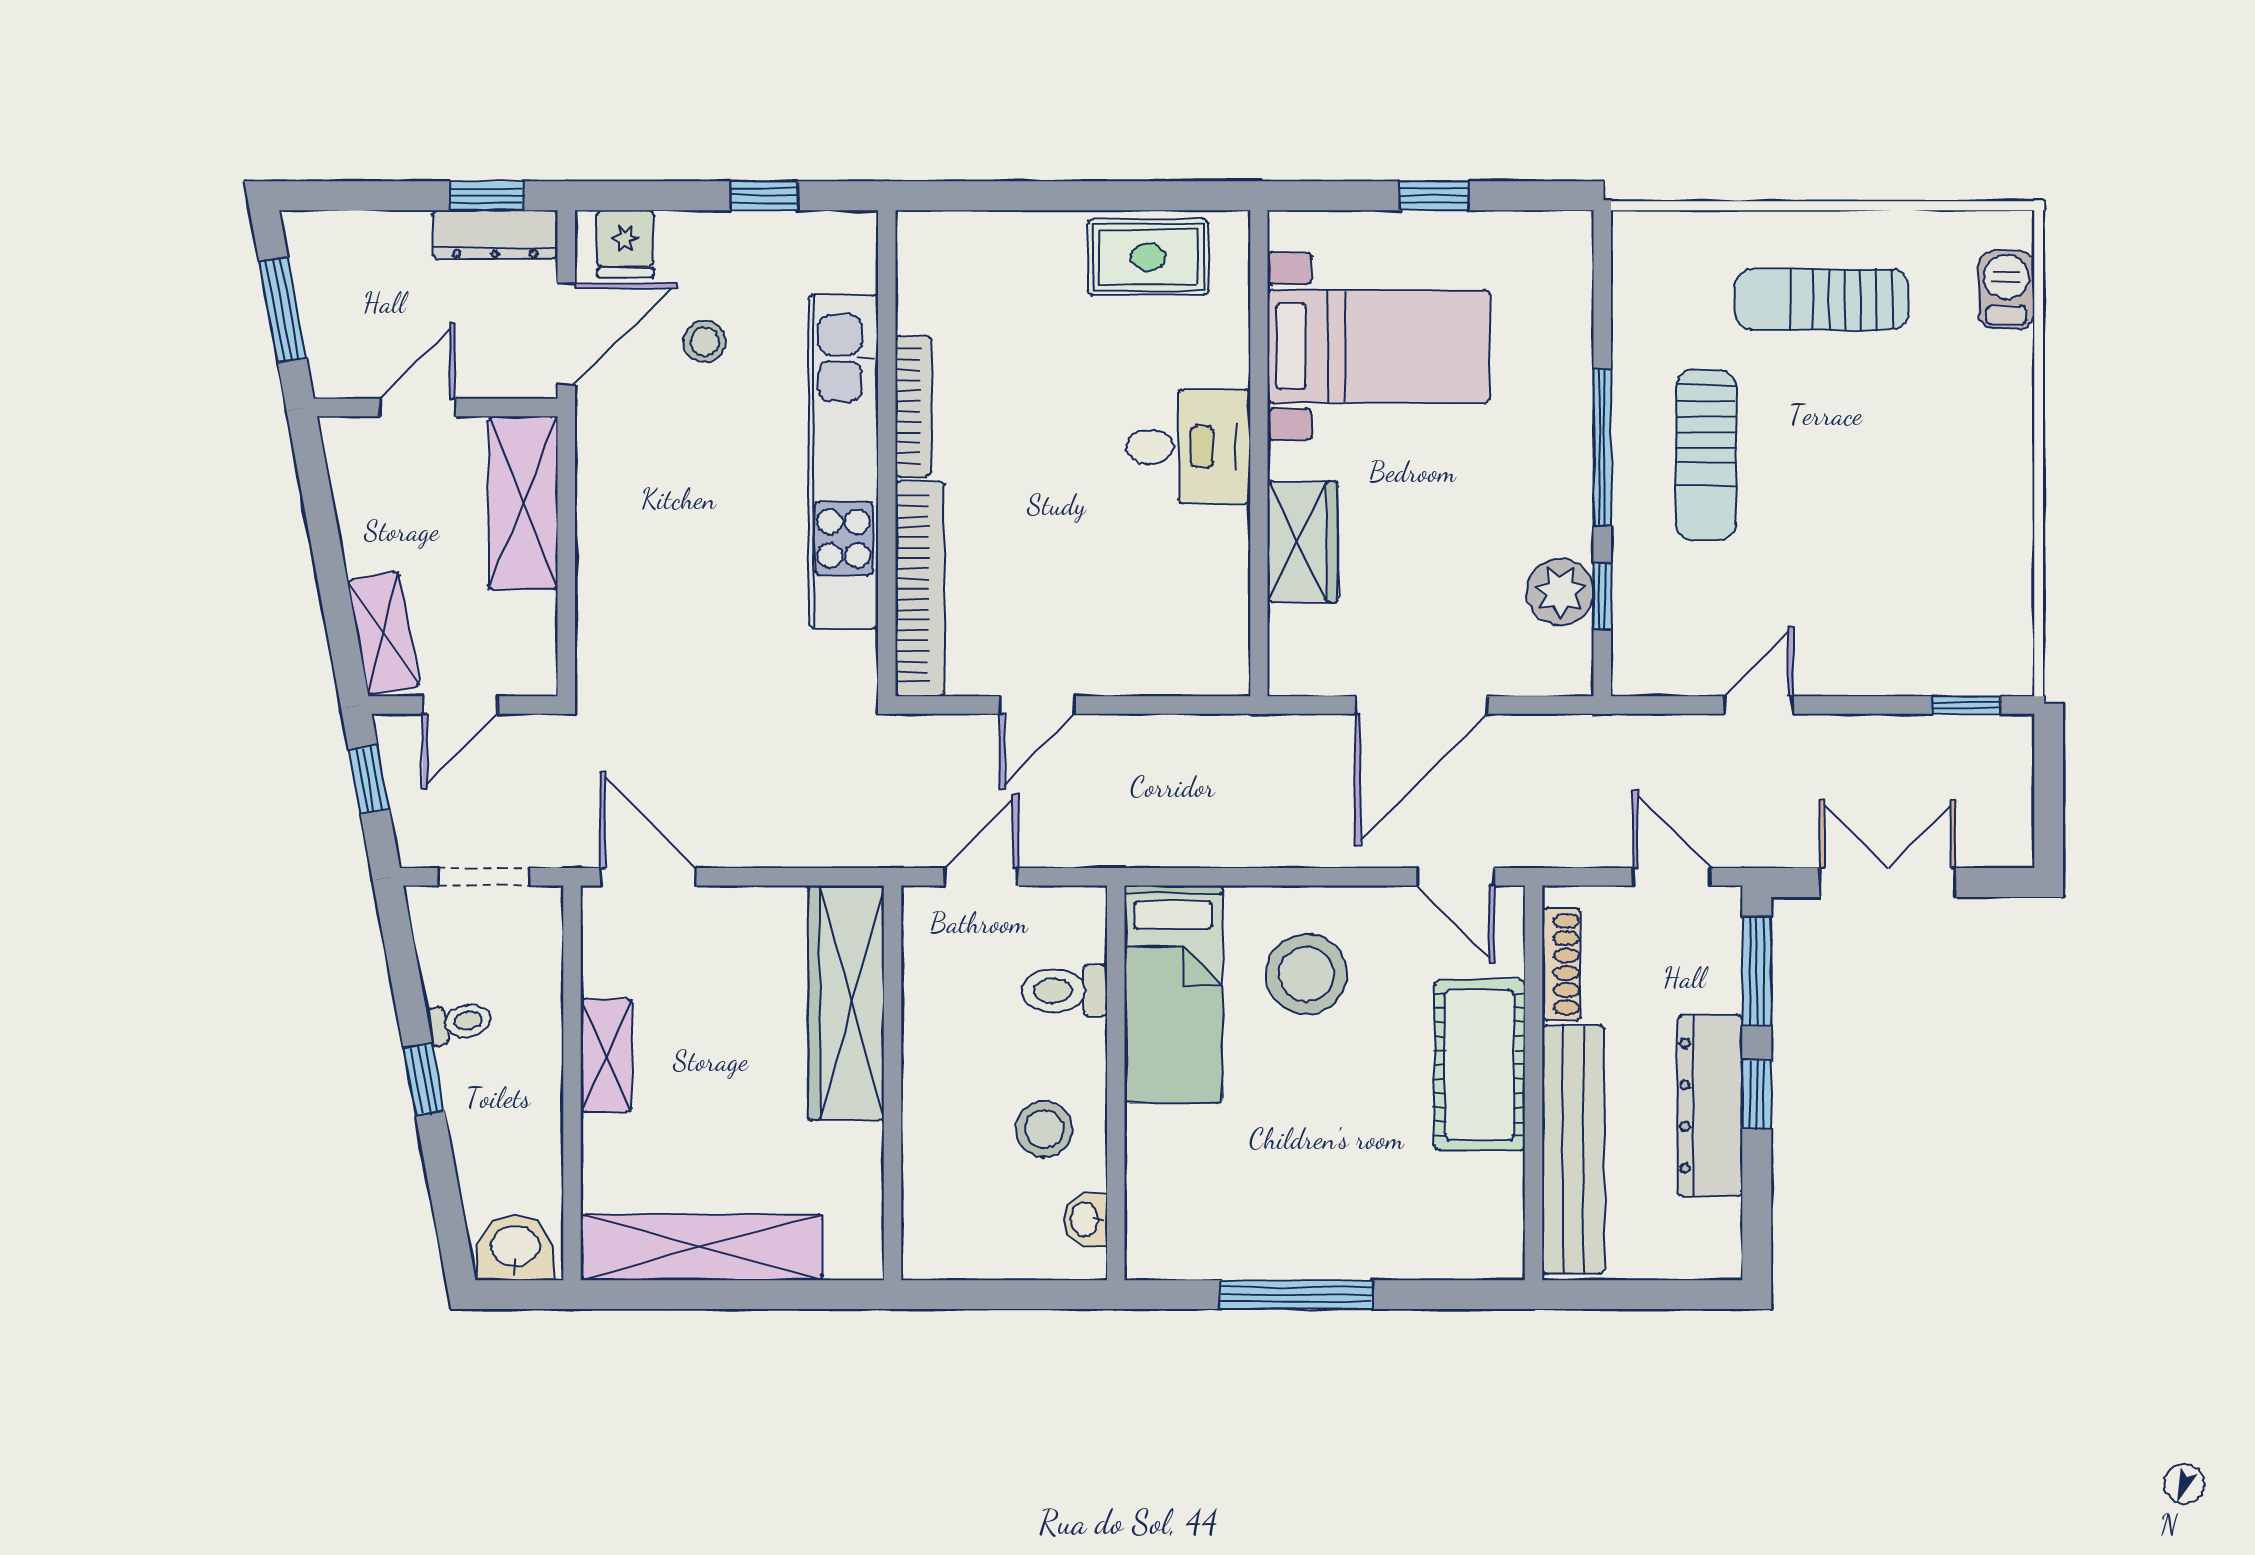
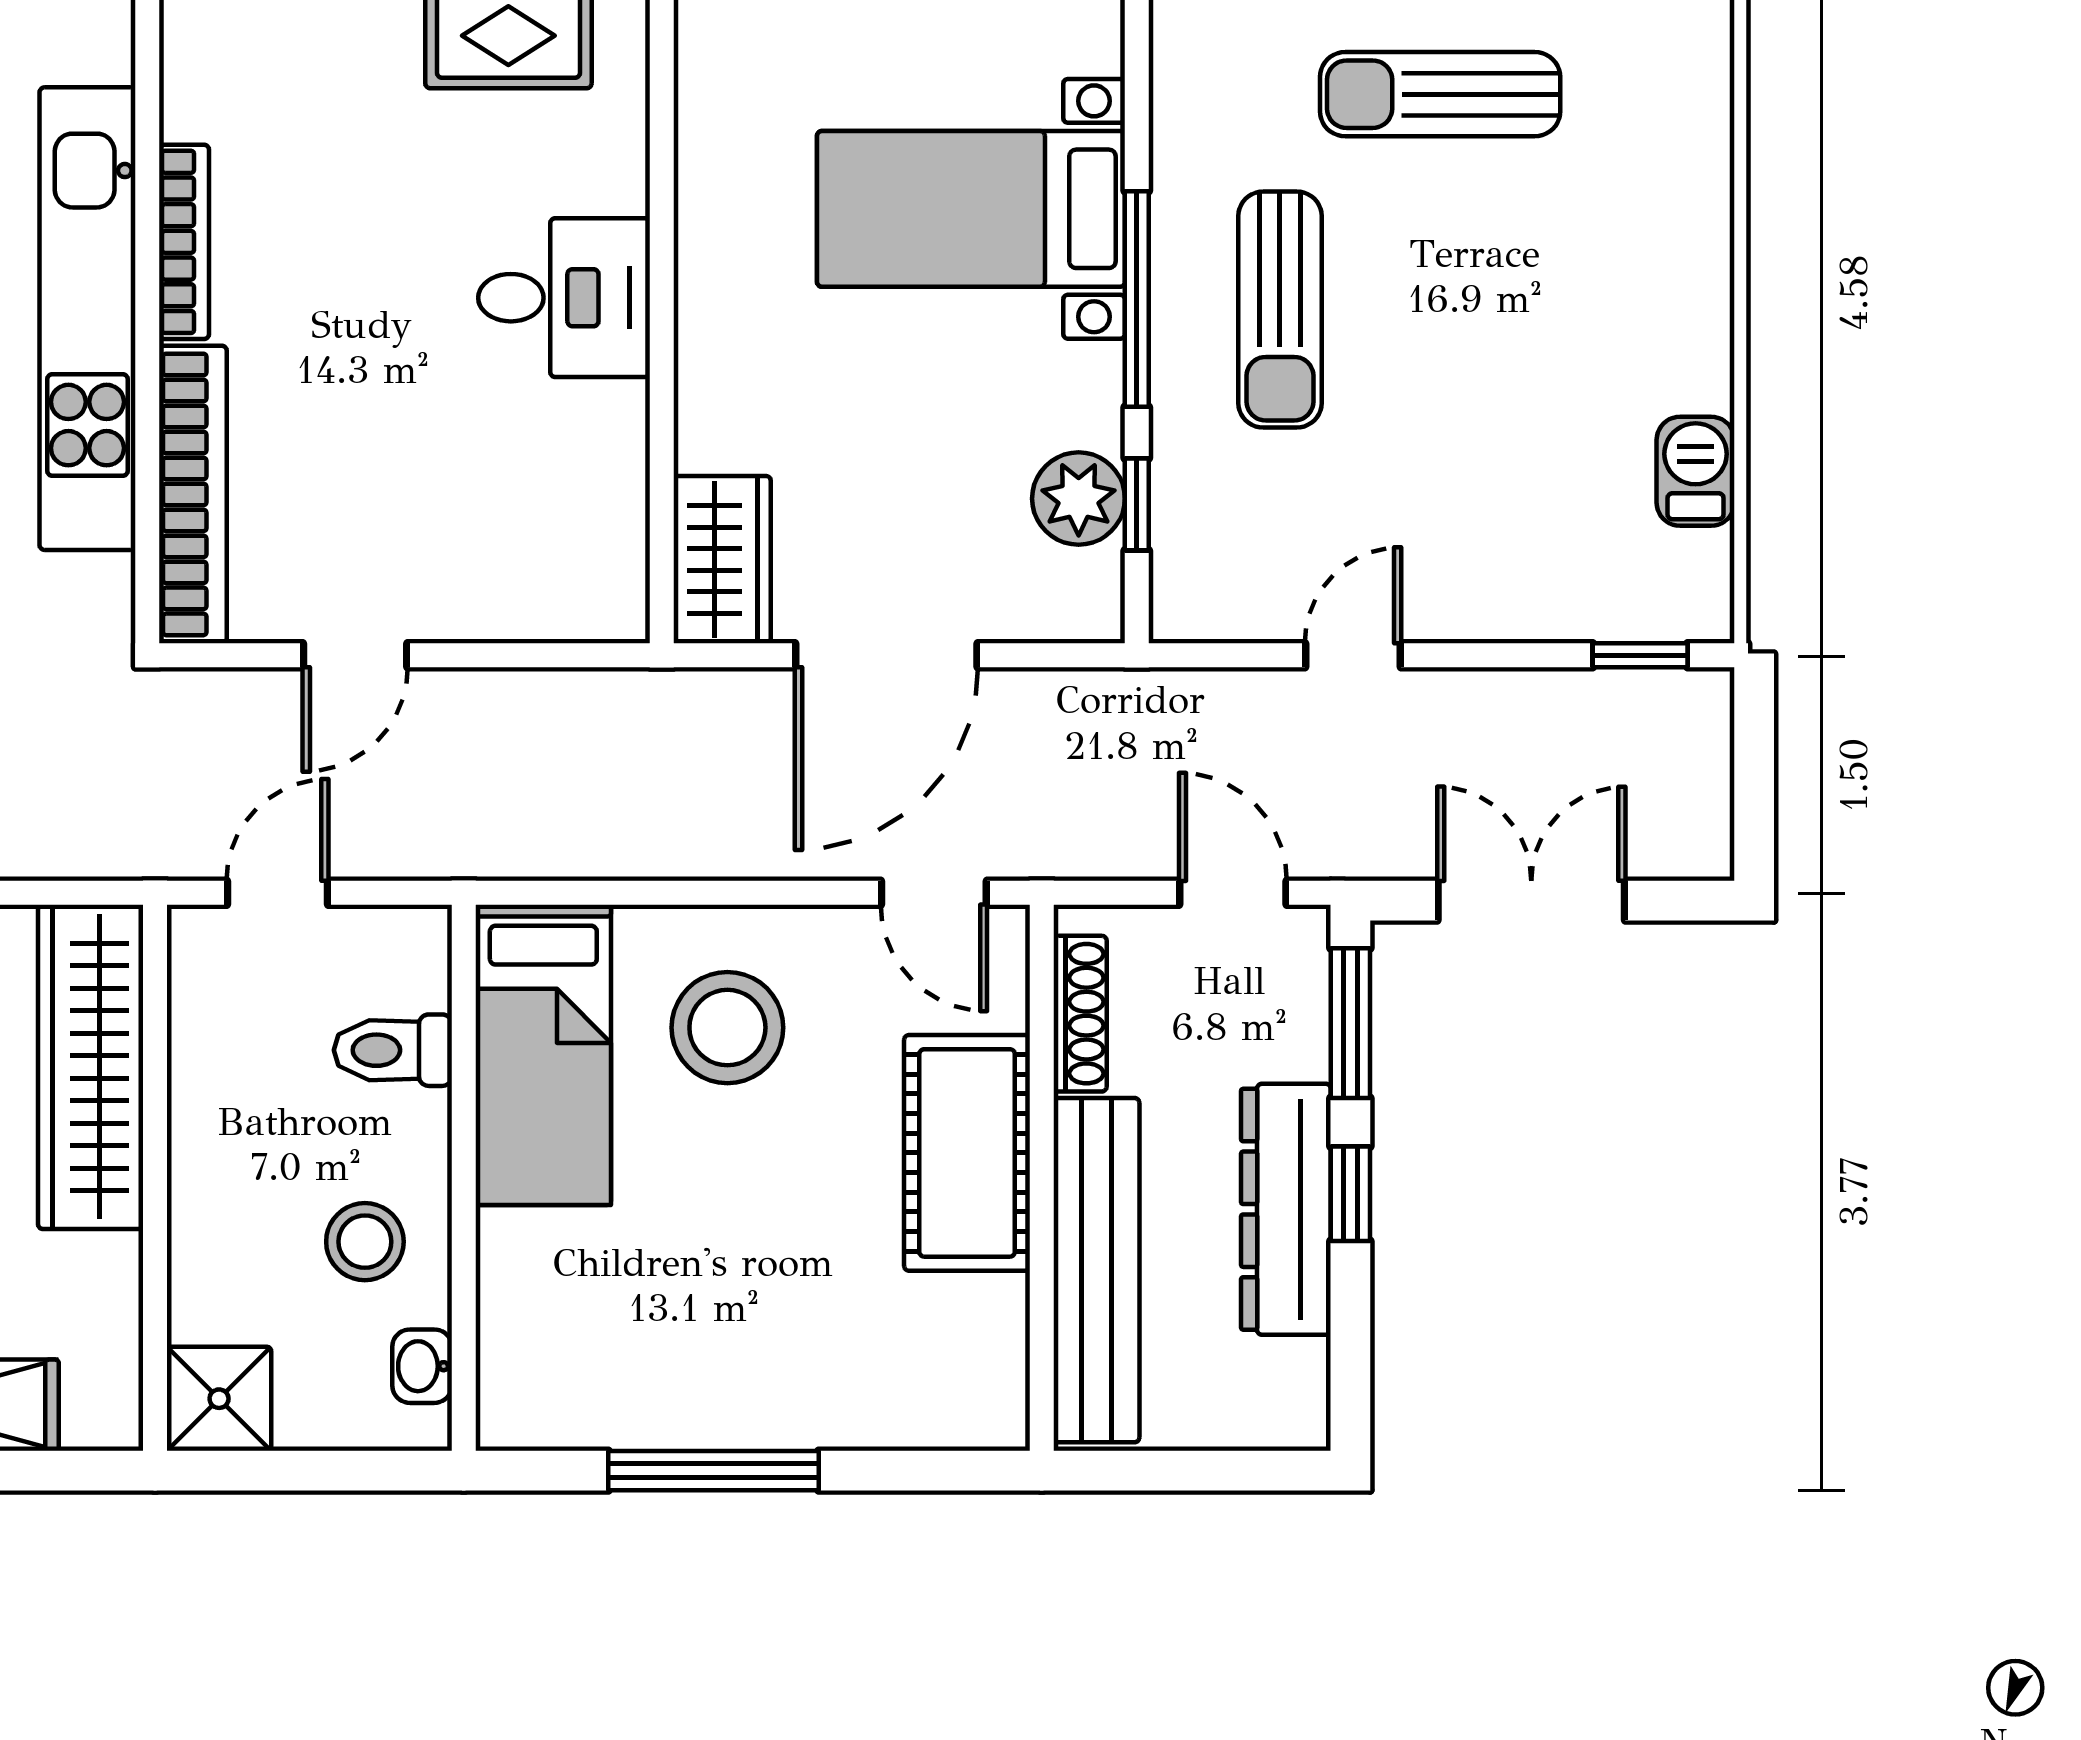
barbecue: (2006, 290) -> (1696, 471), moved
bed with nightstands: (1379, 346) -> (971, 209), moved, turned 180
wardrobe: (1303, 542) -> (722, 560), moved
shower: (939, 1243) -> (219, 1399), added

